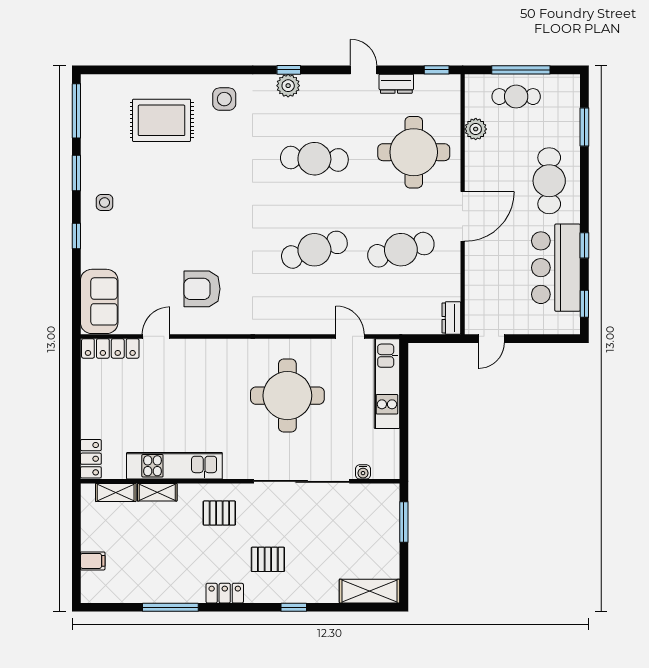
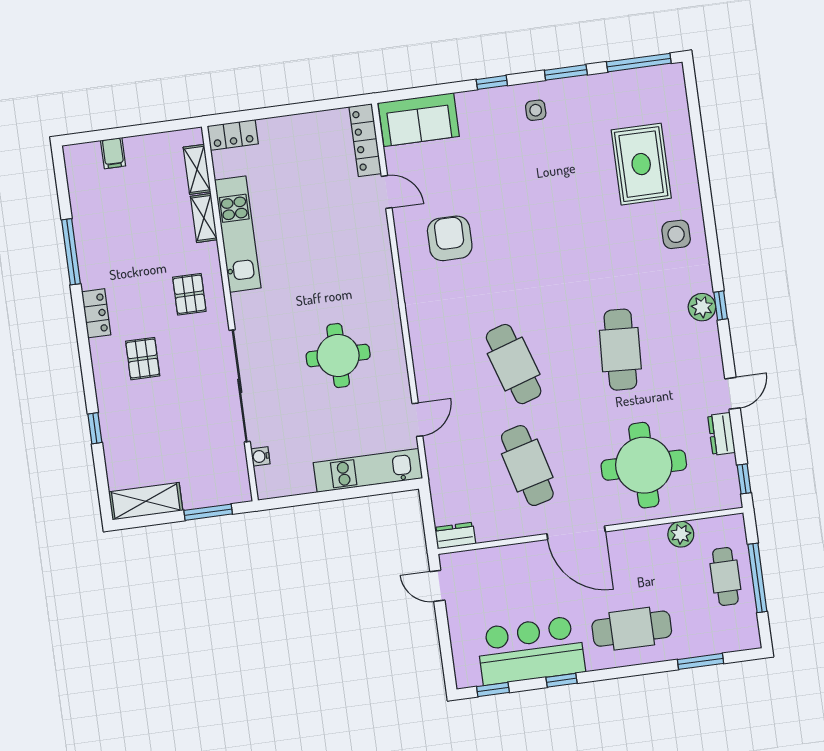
round table: (287, 396) -> (338, 355), width x0.73, depth x0.73
shelving: (370, 591) -> (146, 501), moved, turned 90
window: (294, 607) -> (95, 428), moved

